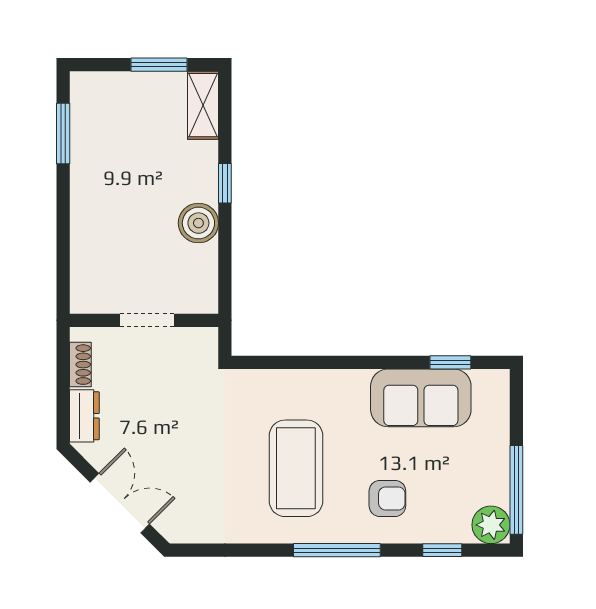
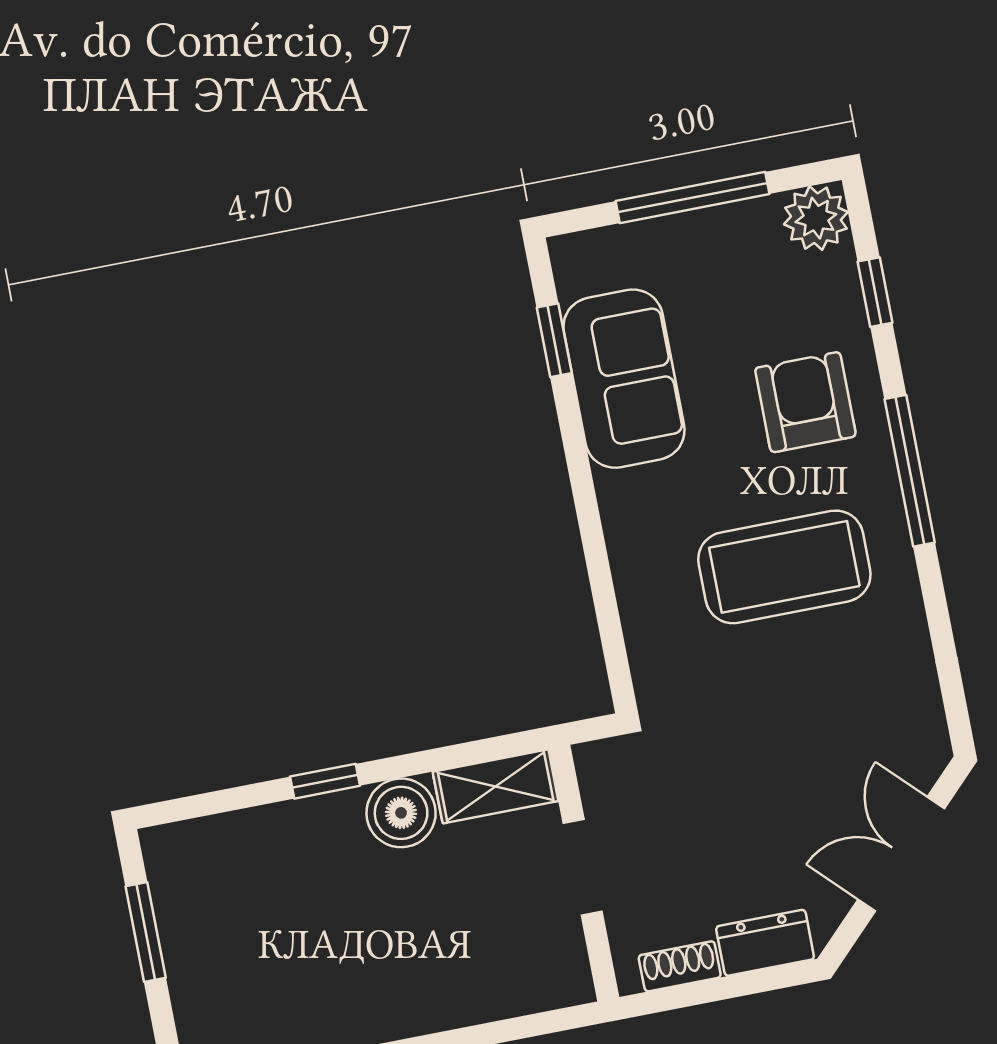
shelving: (203, 105) -> (496, 786), moved
window: (516, 490) -> (693, 198), moved
armchair: (387, 498) -> (805, 402), width x1.38, depth x1.38

